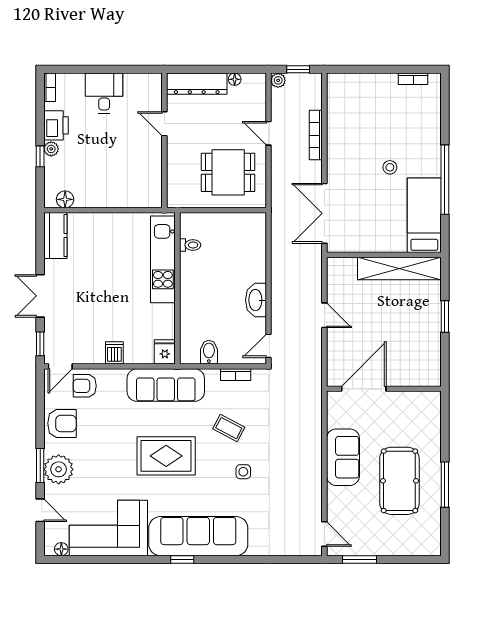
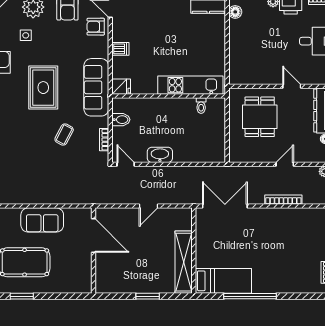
door: (164, 124) -> (292, 86), hinge flipped
stool: (390, 167) -> (259, 255), removed
dining table: (228, 172) -> (260, 117), moved
armchair: (85, 386) -> (96, 27), turned -90
side table: (243, 472) -> (26, 35), moved
window: (445, 485) -> (22, 296), width x0.69

